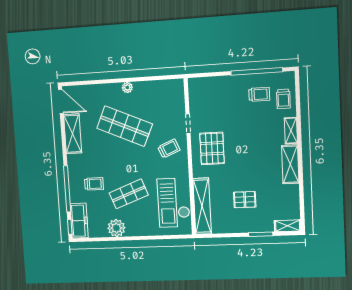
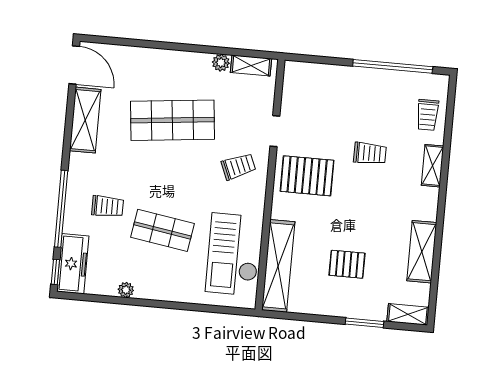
shelving: (167, 85) -> (251, 66), added
plant: (127, 87) -> (221, 63), moved
trolley: (259, 94) -> (370, 153), moved
shop shelf: (125, 126) -> (173, 120), turned -30
pallet: (212, 148) -> (307, 176), turned 90
shelving: (290, 164) -> (422, 252), moved
shop shelf: (129, 194) -> (162, 230), turned 30
plant: (116, 228) -> (126, 290), width x0.53, depth x0.53

